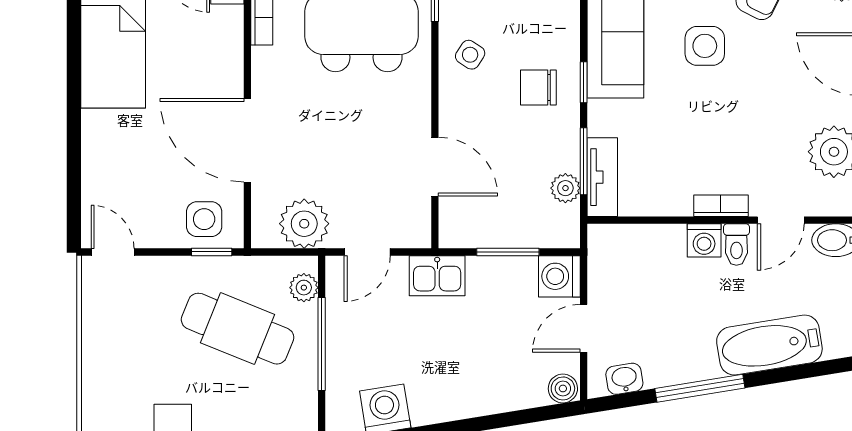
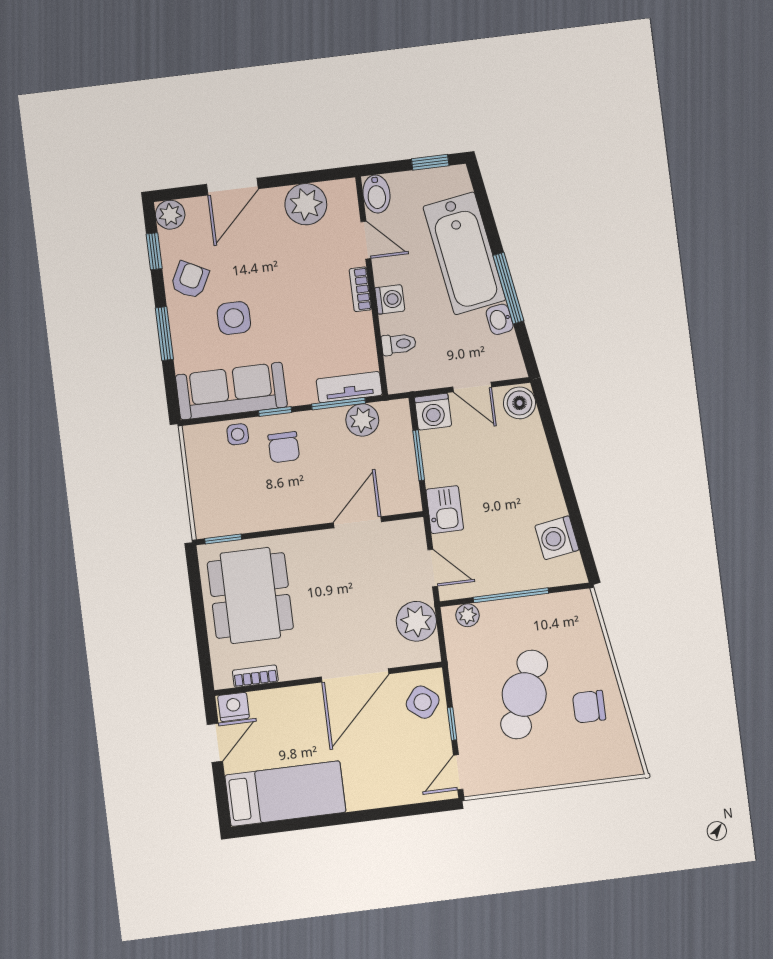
side table: (470, 55) -> (238, 434), moved, turned -33
plant: (565, 188) -> (362, 420), width x1.38, depth x1.38
side table: (204, 219) -> (423, 702), turned 38
toilet: (736, 245) -> (399, 344), moved
window: (212, 252) -> (452, 724), moved
cafe table: (238, 329) -> (524, 694), moved
bathtub: (769, 345) -> (464, 253), width x1.36, depth x1.36
washbasin: (624, 379) -> (500, 319), moved
boiler: (563, 388) -> (519, 403), width x1.36, depth x1.36

